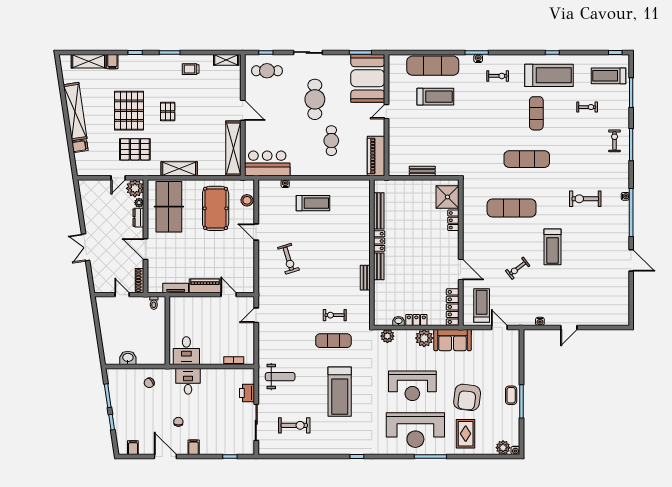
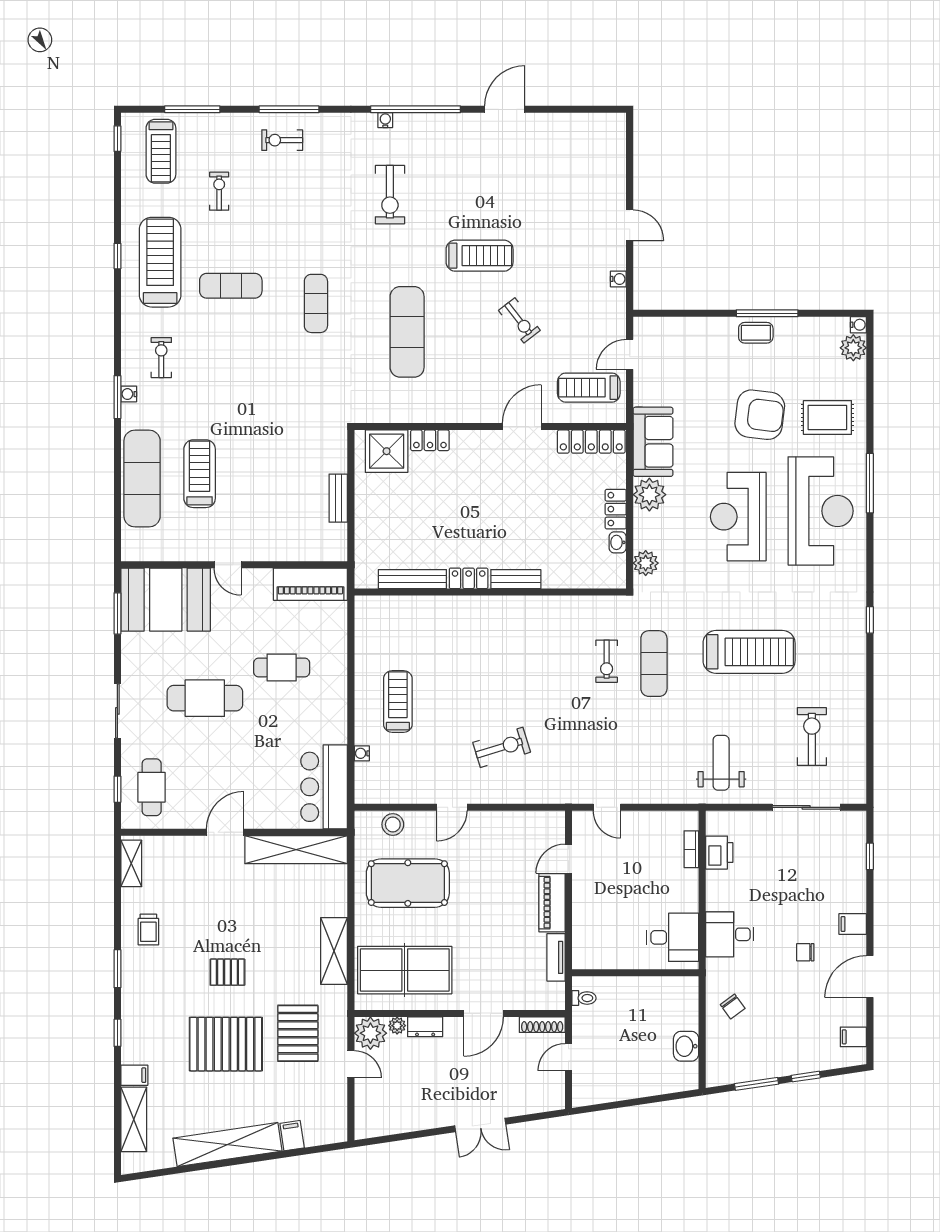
exercise mat: (527, 159) -> (316, 303), width x0.73, depth x0.69
bench: (365, 278) -> (537, 604), removed
reception desk: (412, 386) -> (738, 517), turned 180
printer: (247, 393) -> (719, 853), moved, turned -90

